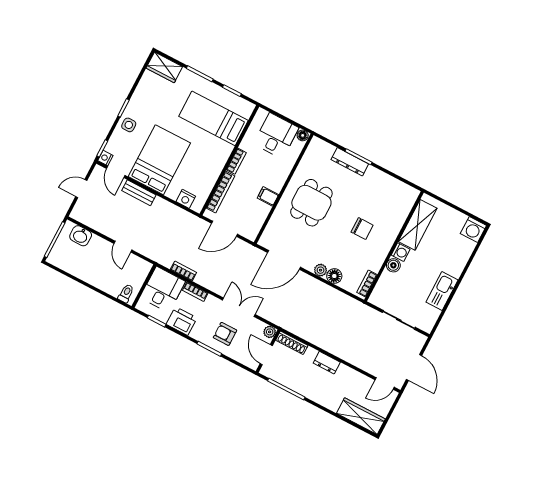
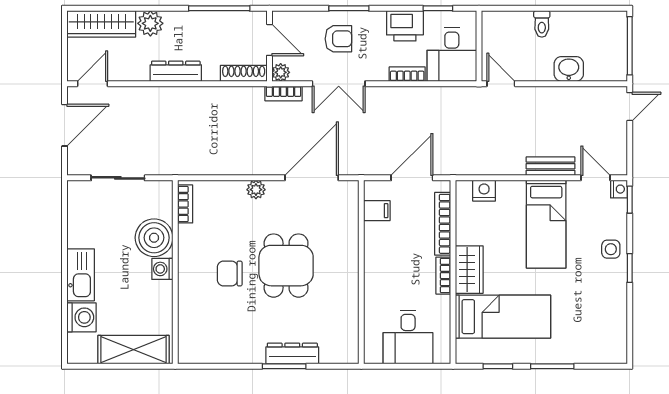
wardrobe: (164, 67) -> (469, 270), moved, turned 90
floor lamp: (303, 135) -> (373, 356), removed
bed: (159, 160) -> (546, 224), width x0.67
door: (81, 189) -> (630, 107), moved
filing cabinet: (268, 196) -> (377, 211), moved
dining table: (311, 203) -> (286, 266), moved
shelving: (418, 225) -> (133, 350), moved, turned 90
washing machine: (473, 230) -> (81, 317), moved, turned 90
washbasin: (81, 236) -> (569, 69), moved
door: (123, 247) -> (501, 84), moved
boiler: (393, 265) -> (154, 238), width x1.86, depth x1.86
bookcase: (183, 271) -> (283, 93), moved
floor lamp: (334, 276) -> (234, 191), removed
kitchen sink: (442, 291) -> (81, 275), moved
toilet: (126, 293) -> (542, 24), moved
dresser: (327, 363) -> (176, 71), width x1.44
door: (414, 368) -> (65, 125), swing flipped
plant: (332, 401) -> (150, 23), added

